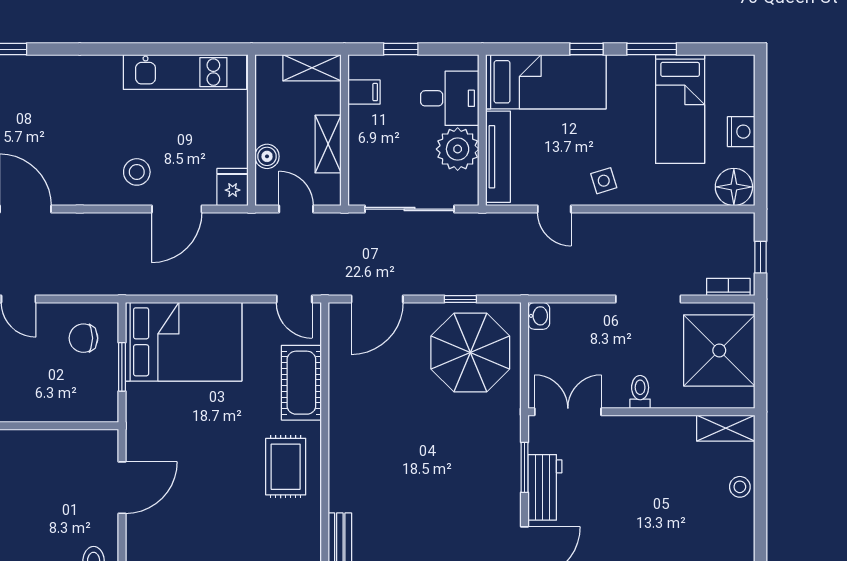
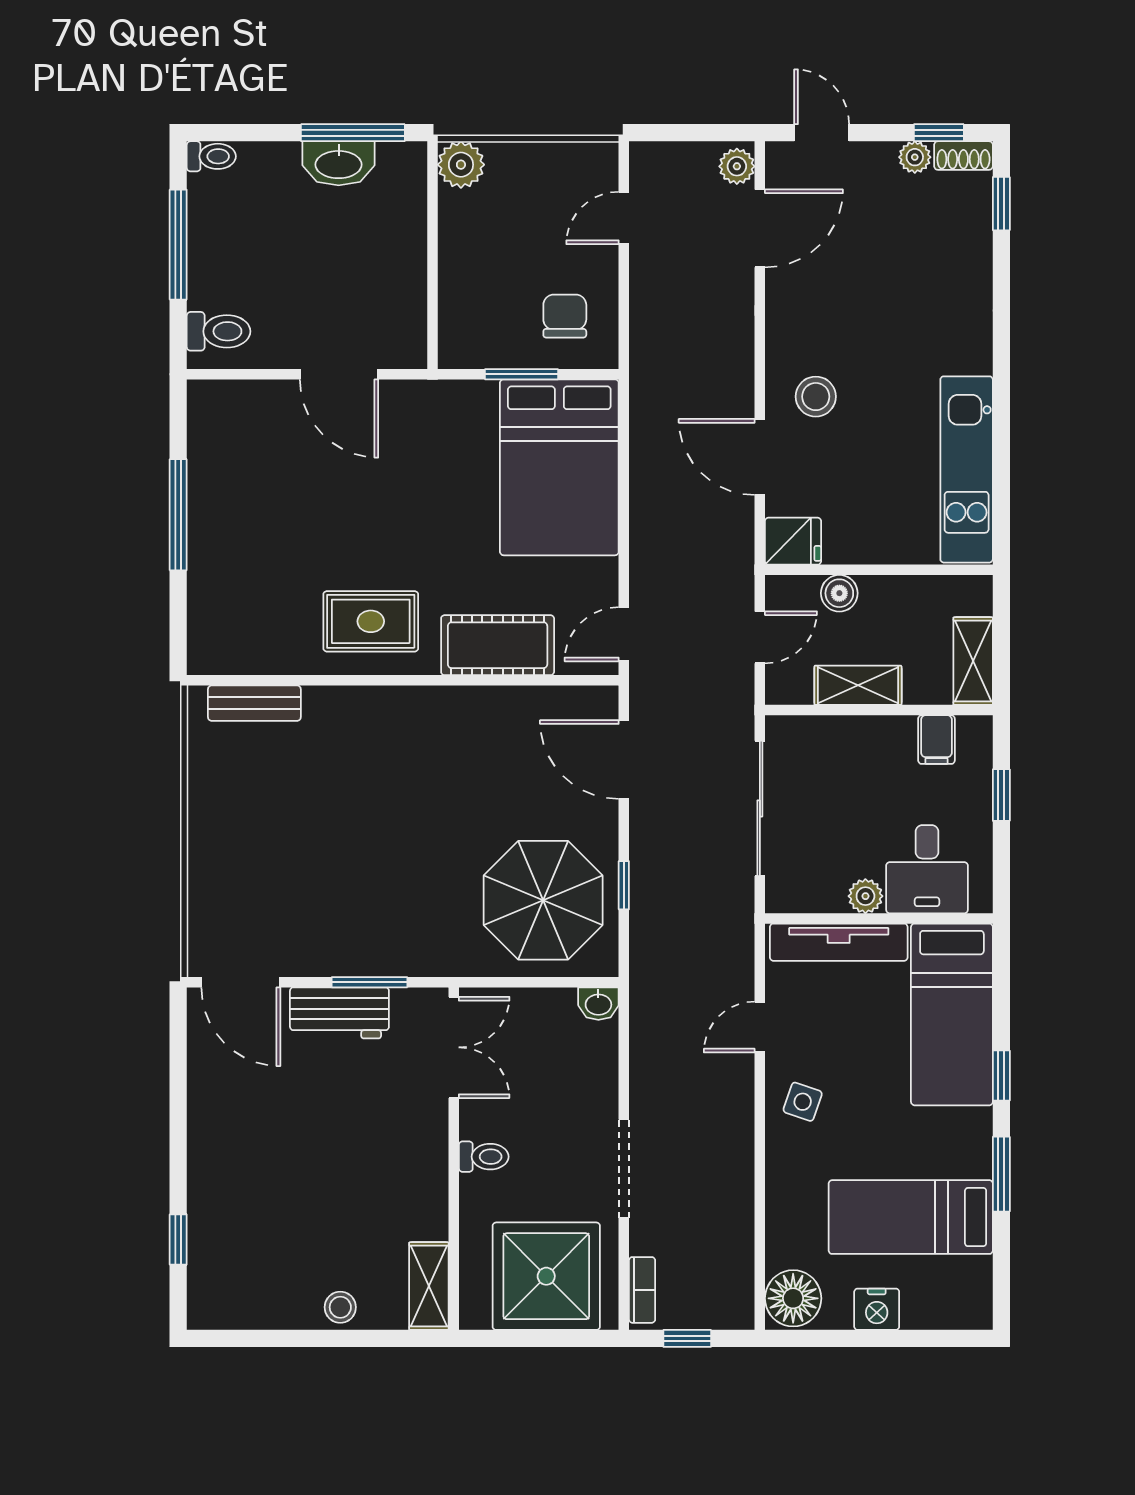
plant: (458, 149) -> (865, 896), width x0.53, depth x0.53
side table: (604, 181) -> (803, 1102), turned 36

